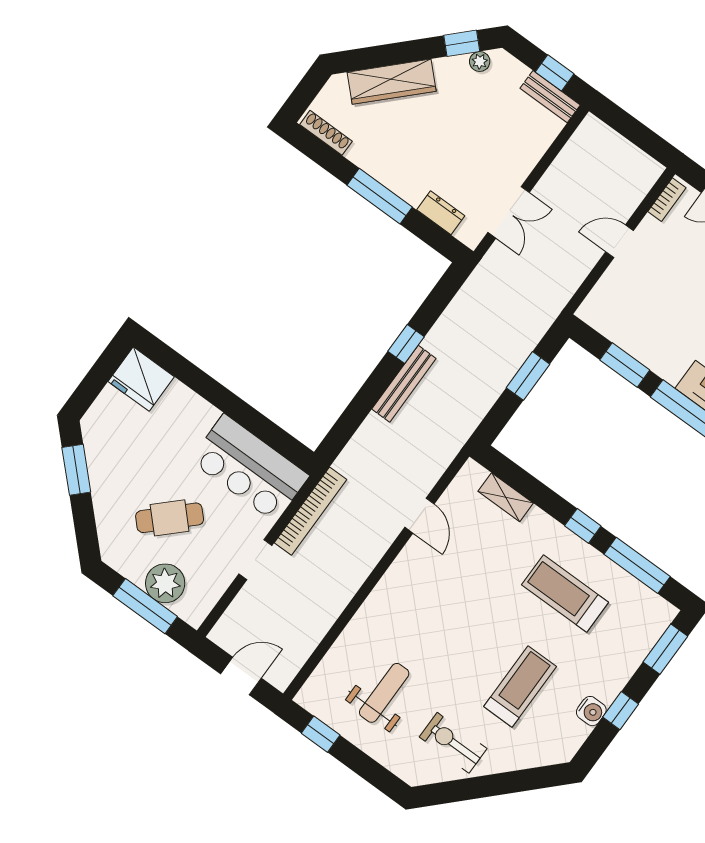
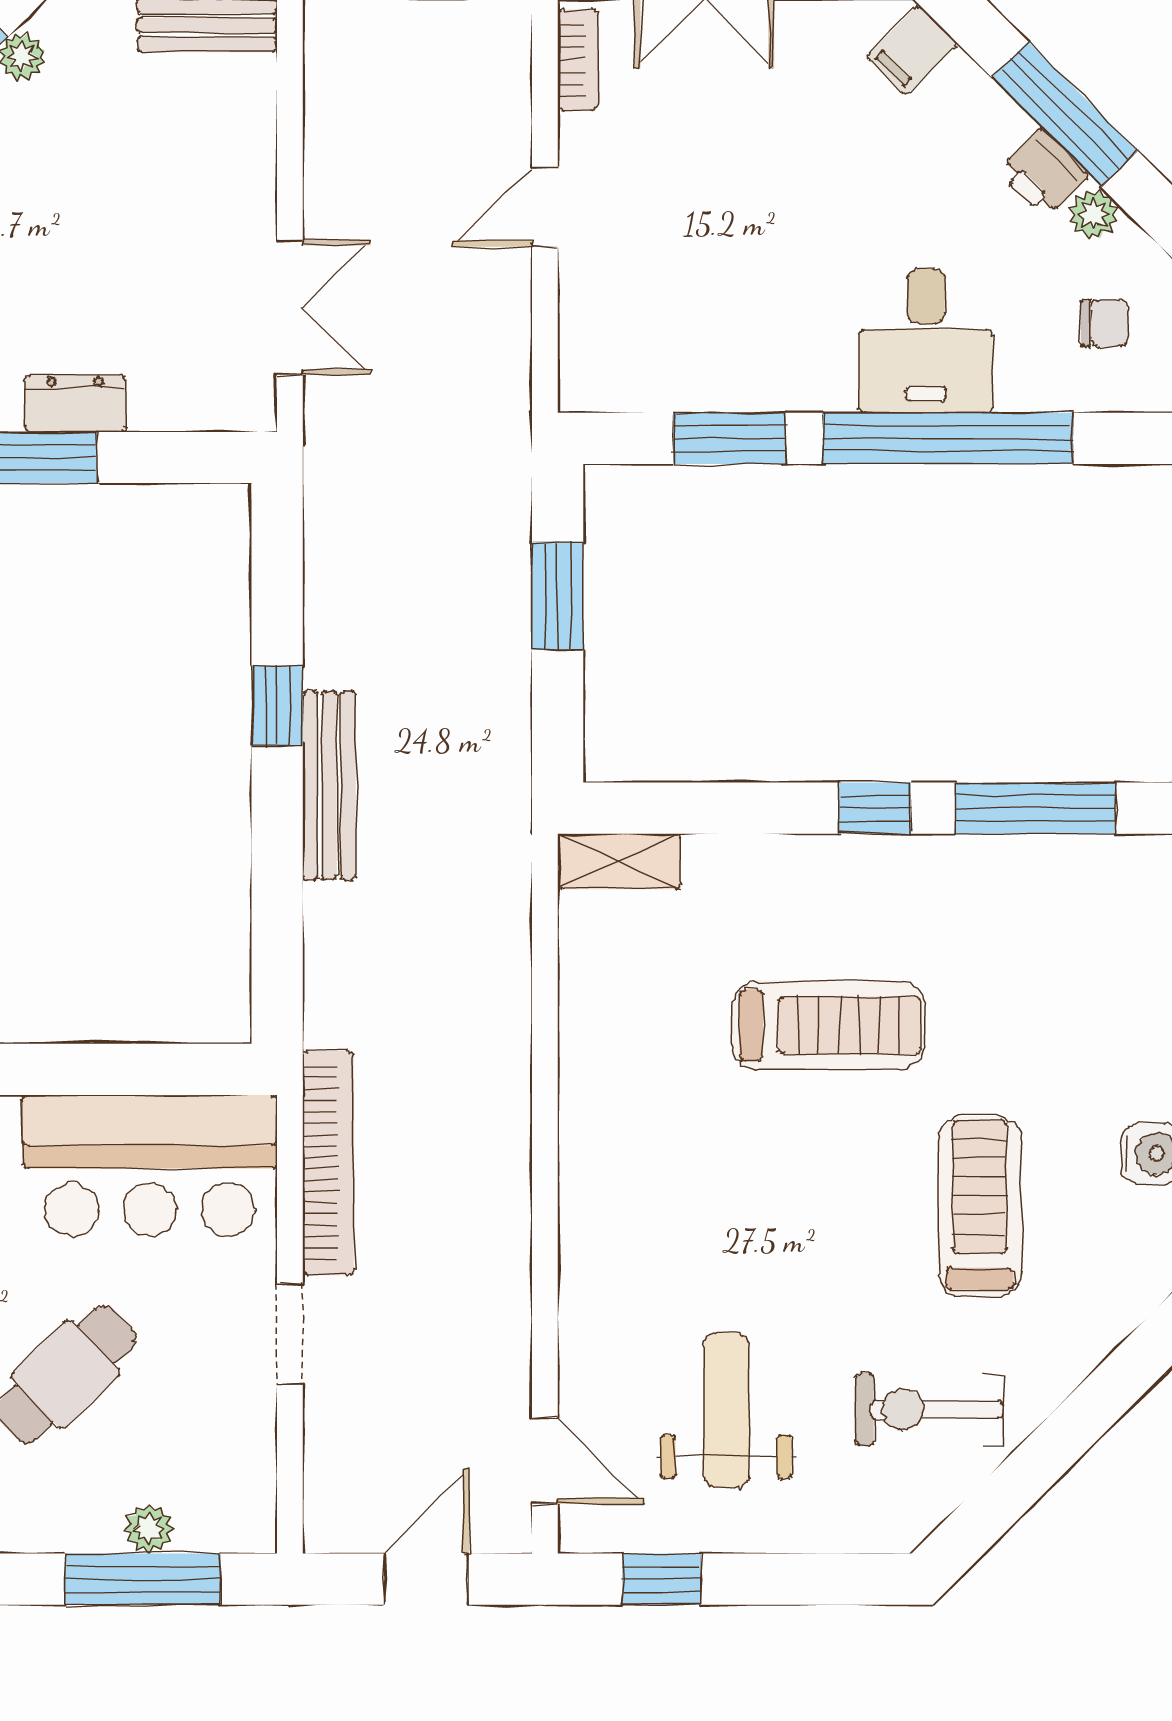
dresser: (441, 213) -> (75, 403), moved
shelving: (506, 497) -> (619, 861), moved
door: (420, 516) -> (545, 1461), moved
plant: (165, 583) -> (149, 1529), width x0.53, depth x0.53
treadmill: (565, 594) -> (828, 1025), moved, turned 180

